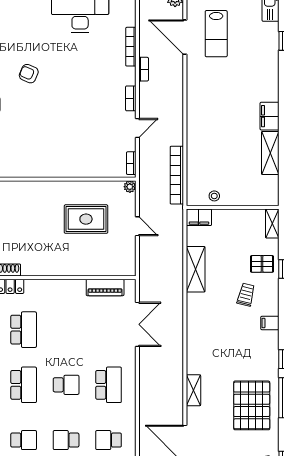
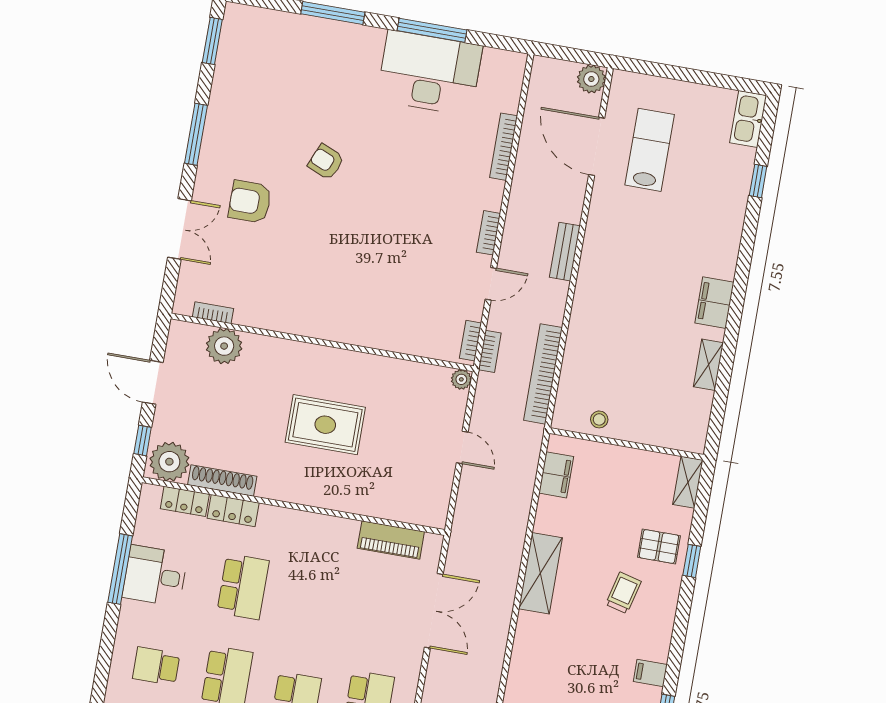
lab bench: (216, 34) -> (650, 150), turned 180
bookcase: (144, 69) -> (490, 351), moved
bench: (177, 102) -> (565, 252), added
shelving: (270, 153) -> (708, 365), width x0.67, depth x0.75
filing cabinet: (199, 217) -> (556, 475), moved, turned -90
rug: (86, 219) -> (325, 425), moved
shelving: (196, 269) -> (540, 573), moved
filing cabinet: (270, 323) -> (650, 673), moved

